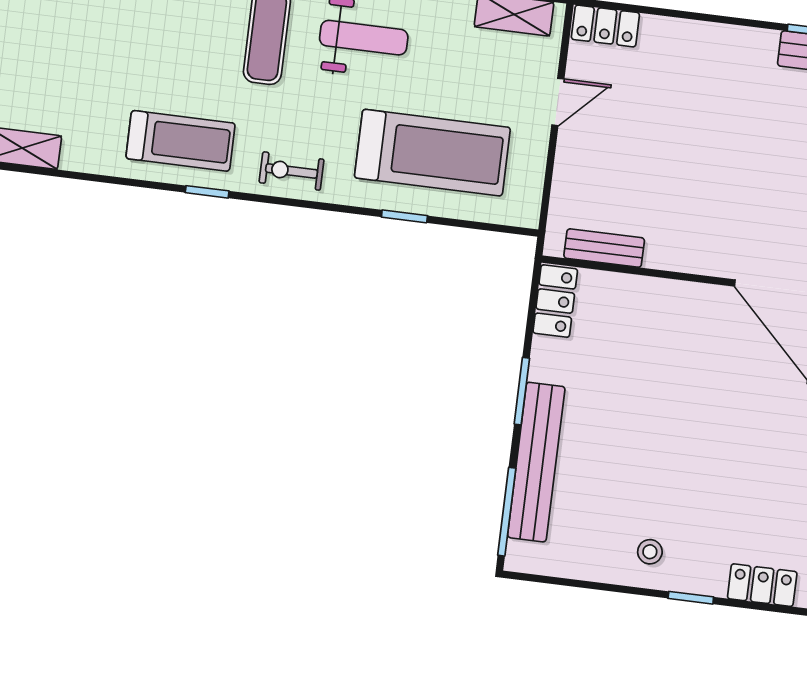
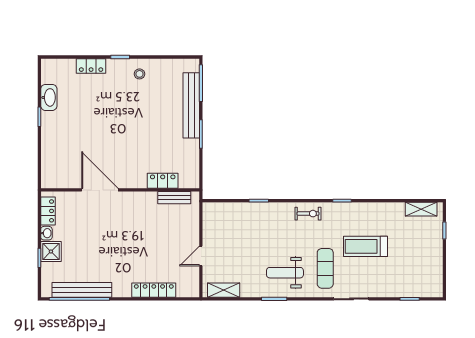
locker: (605, 26) -> (154, 290), moved, width x1.53
treadmill: (181, 141) -> (366, 246), moved
treadmill: (432, 153) -> (250, 228), removed
locker: (555, 301) -> (163, 181), moved, turned 90

